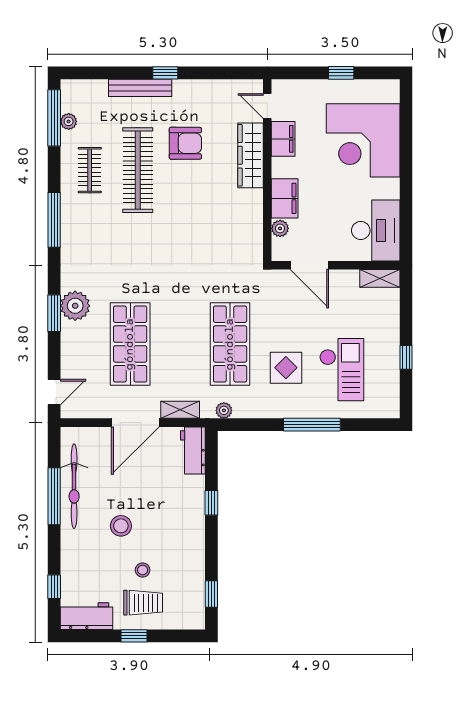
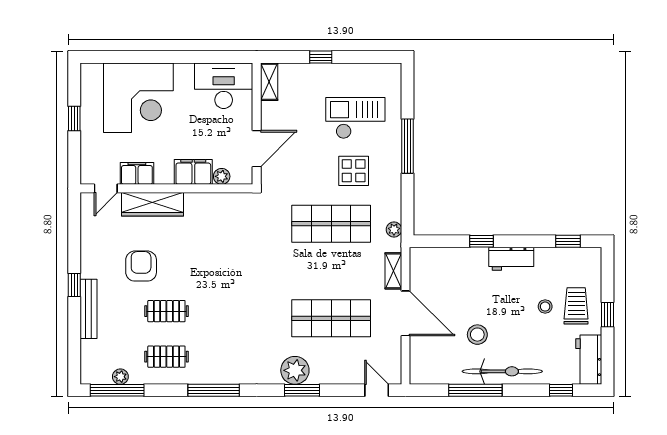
clothes rail: (138, 170) -> (166, 311), width x0.54, depth x0.76
window: (406, 357) -> (321, 57), moved
workbench: (193, 450) -> (511, 259), moved
bicycle: (74, 486) -> (502, 371), moved
stool: (121, 526) -> (477, 335), moved

